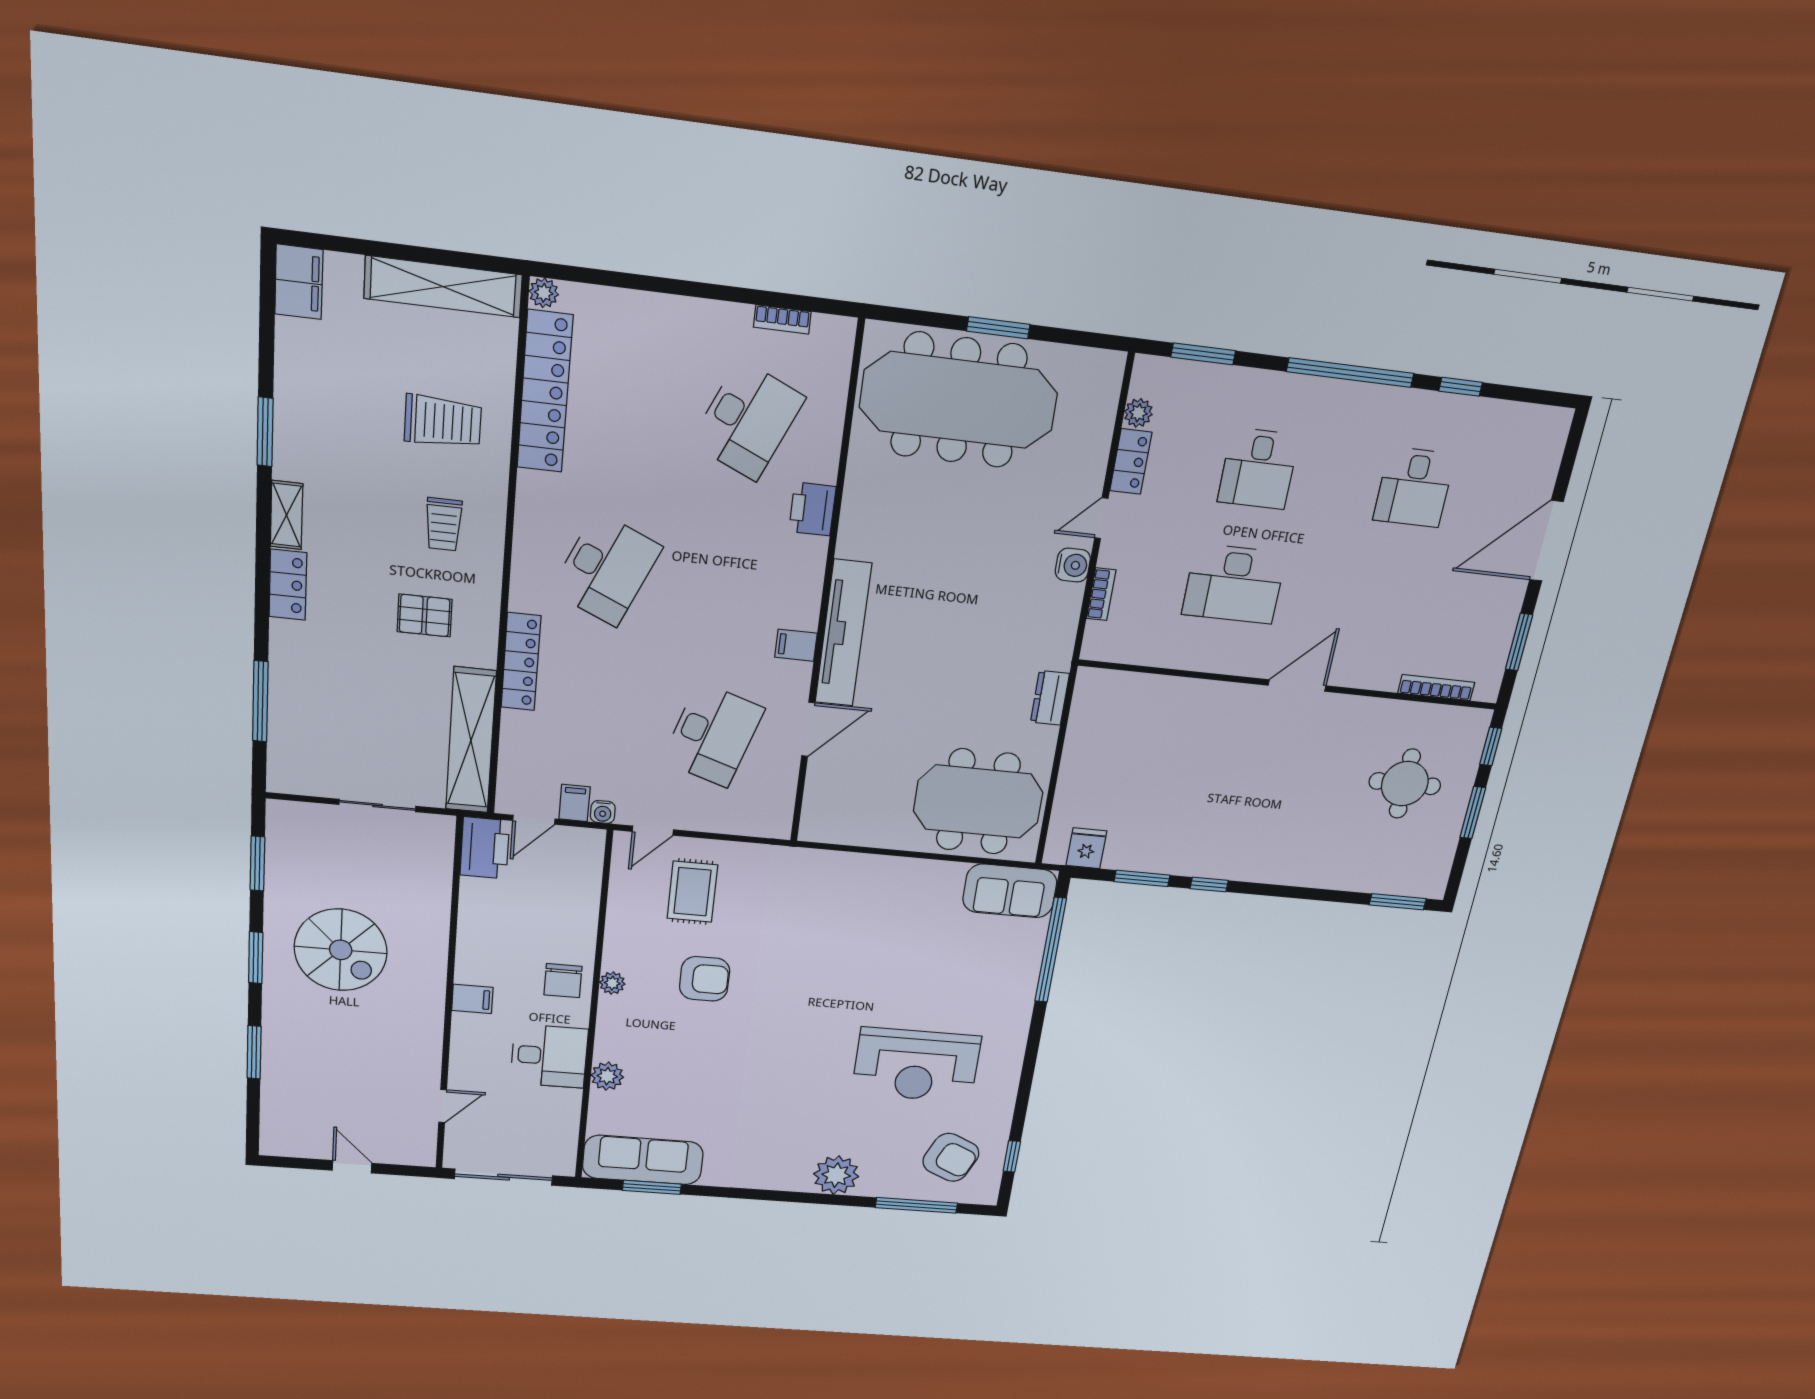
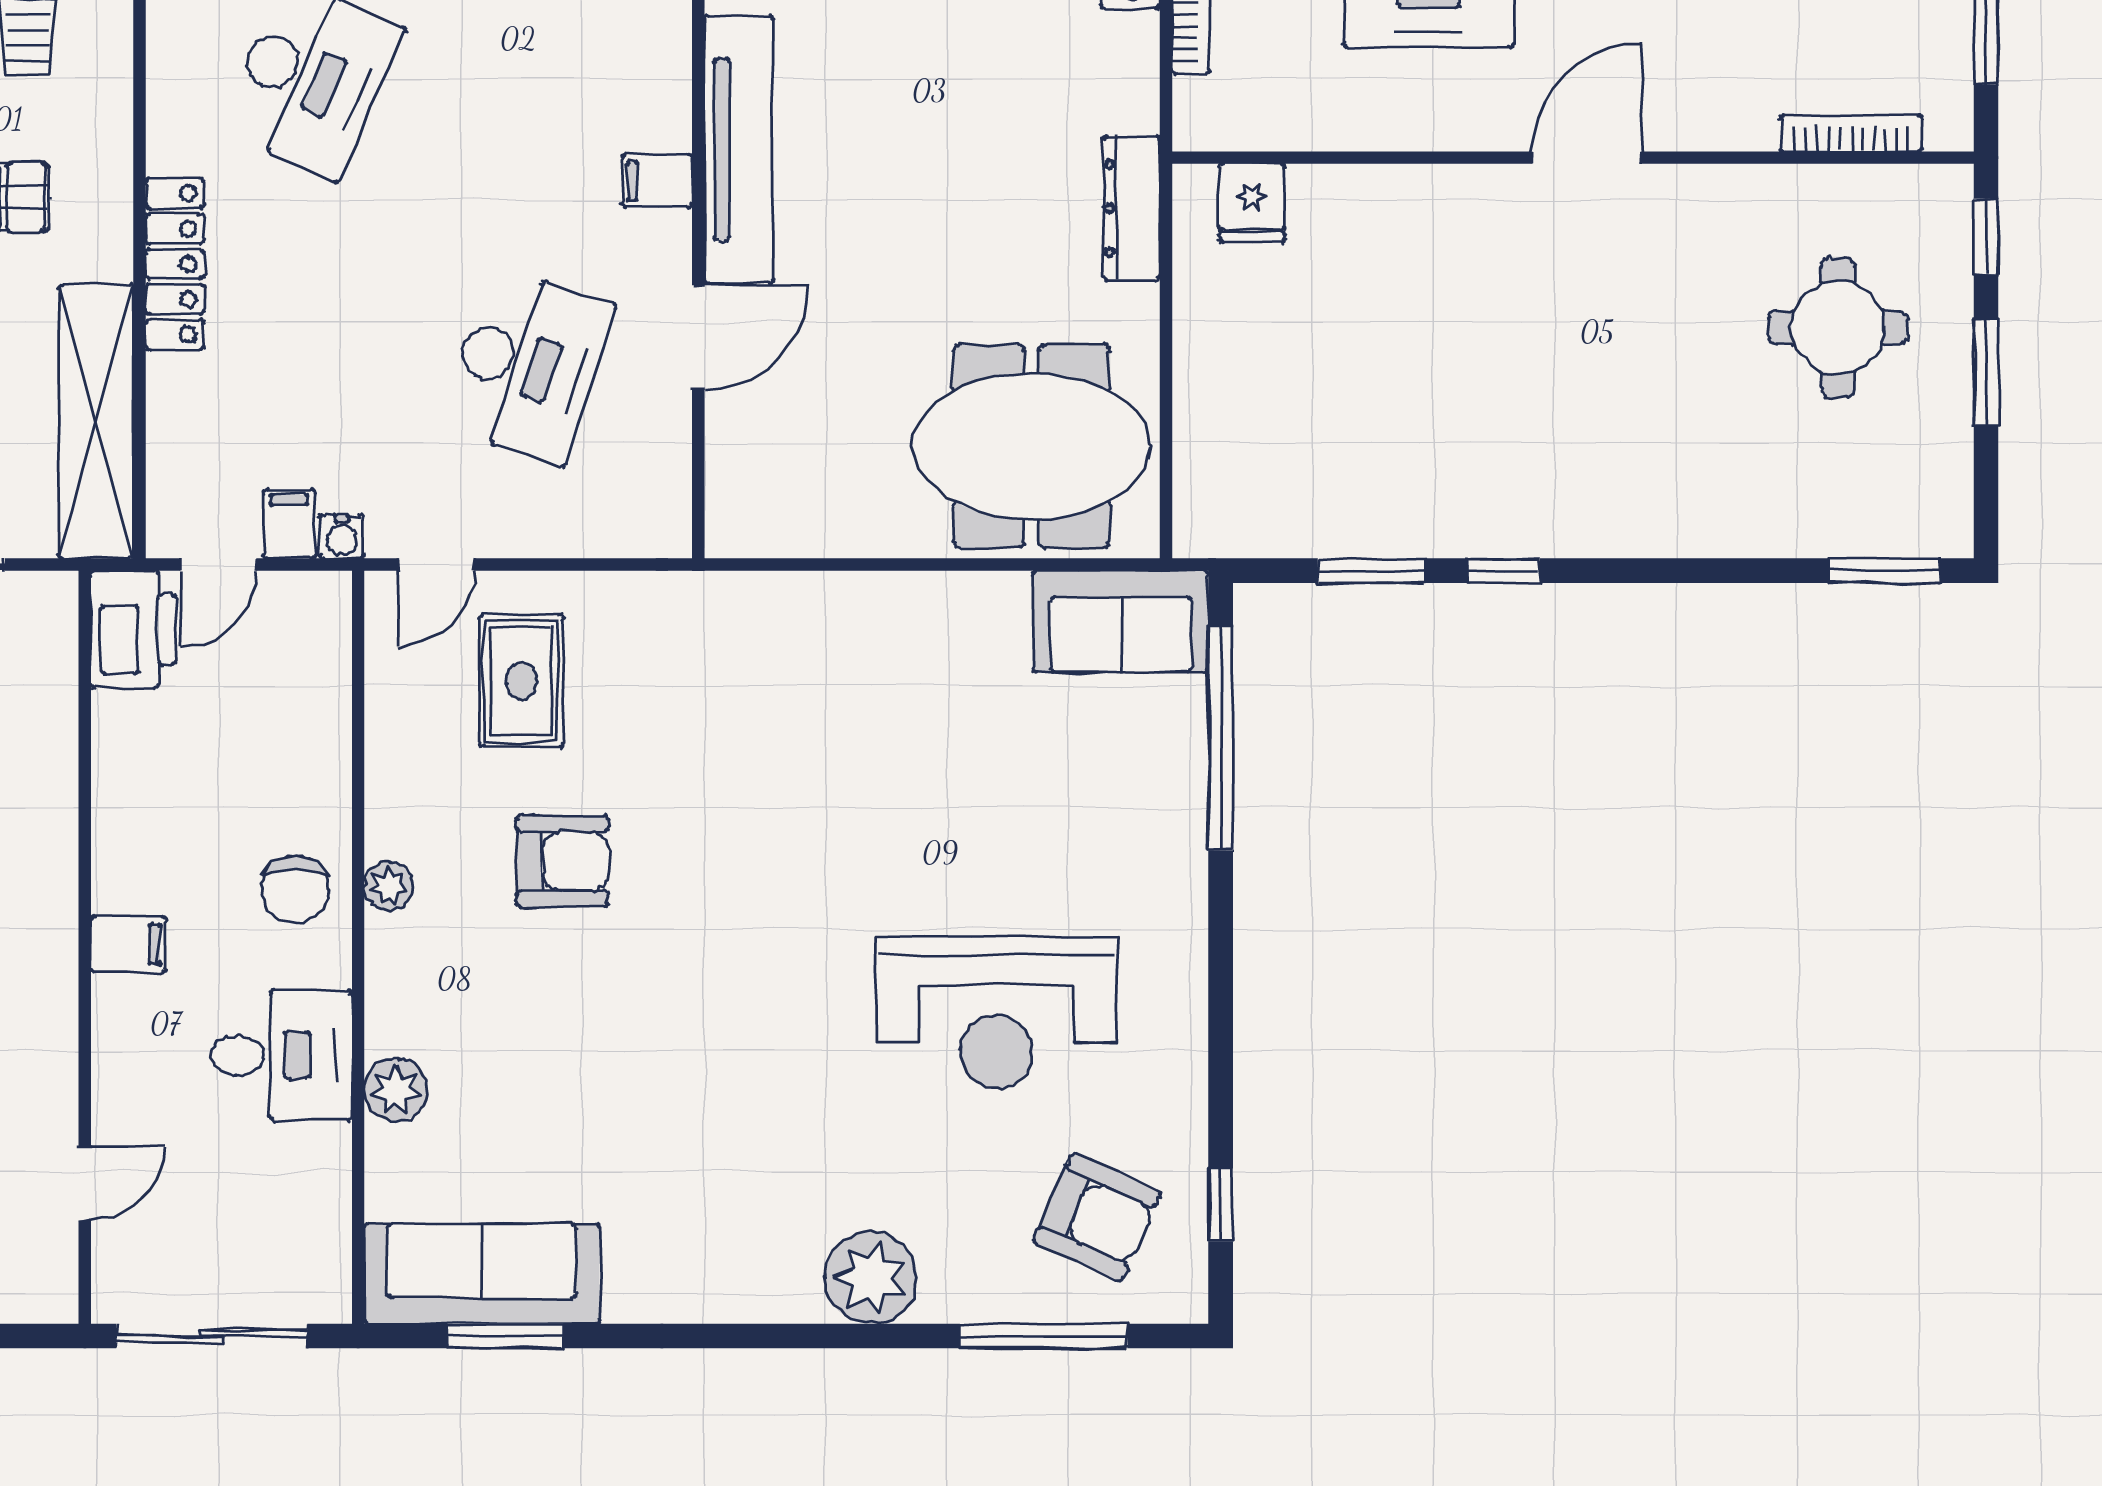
dresser: (1050, 698) -> (1132, 208), width x1.44
fridge: (1086, 848) -> (1252, 203), moved, turned 180

